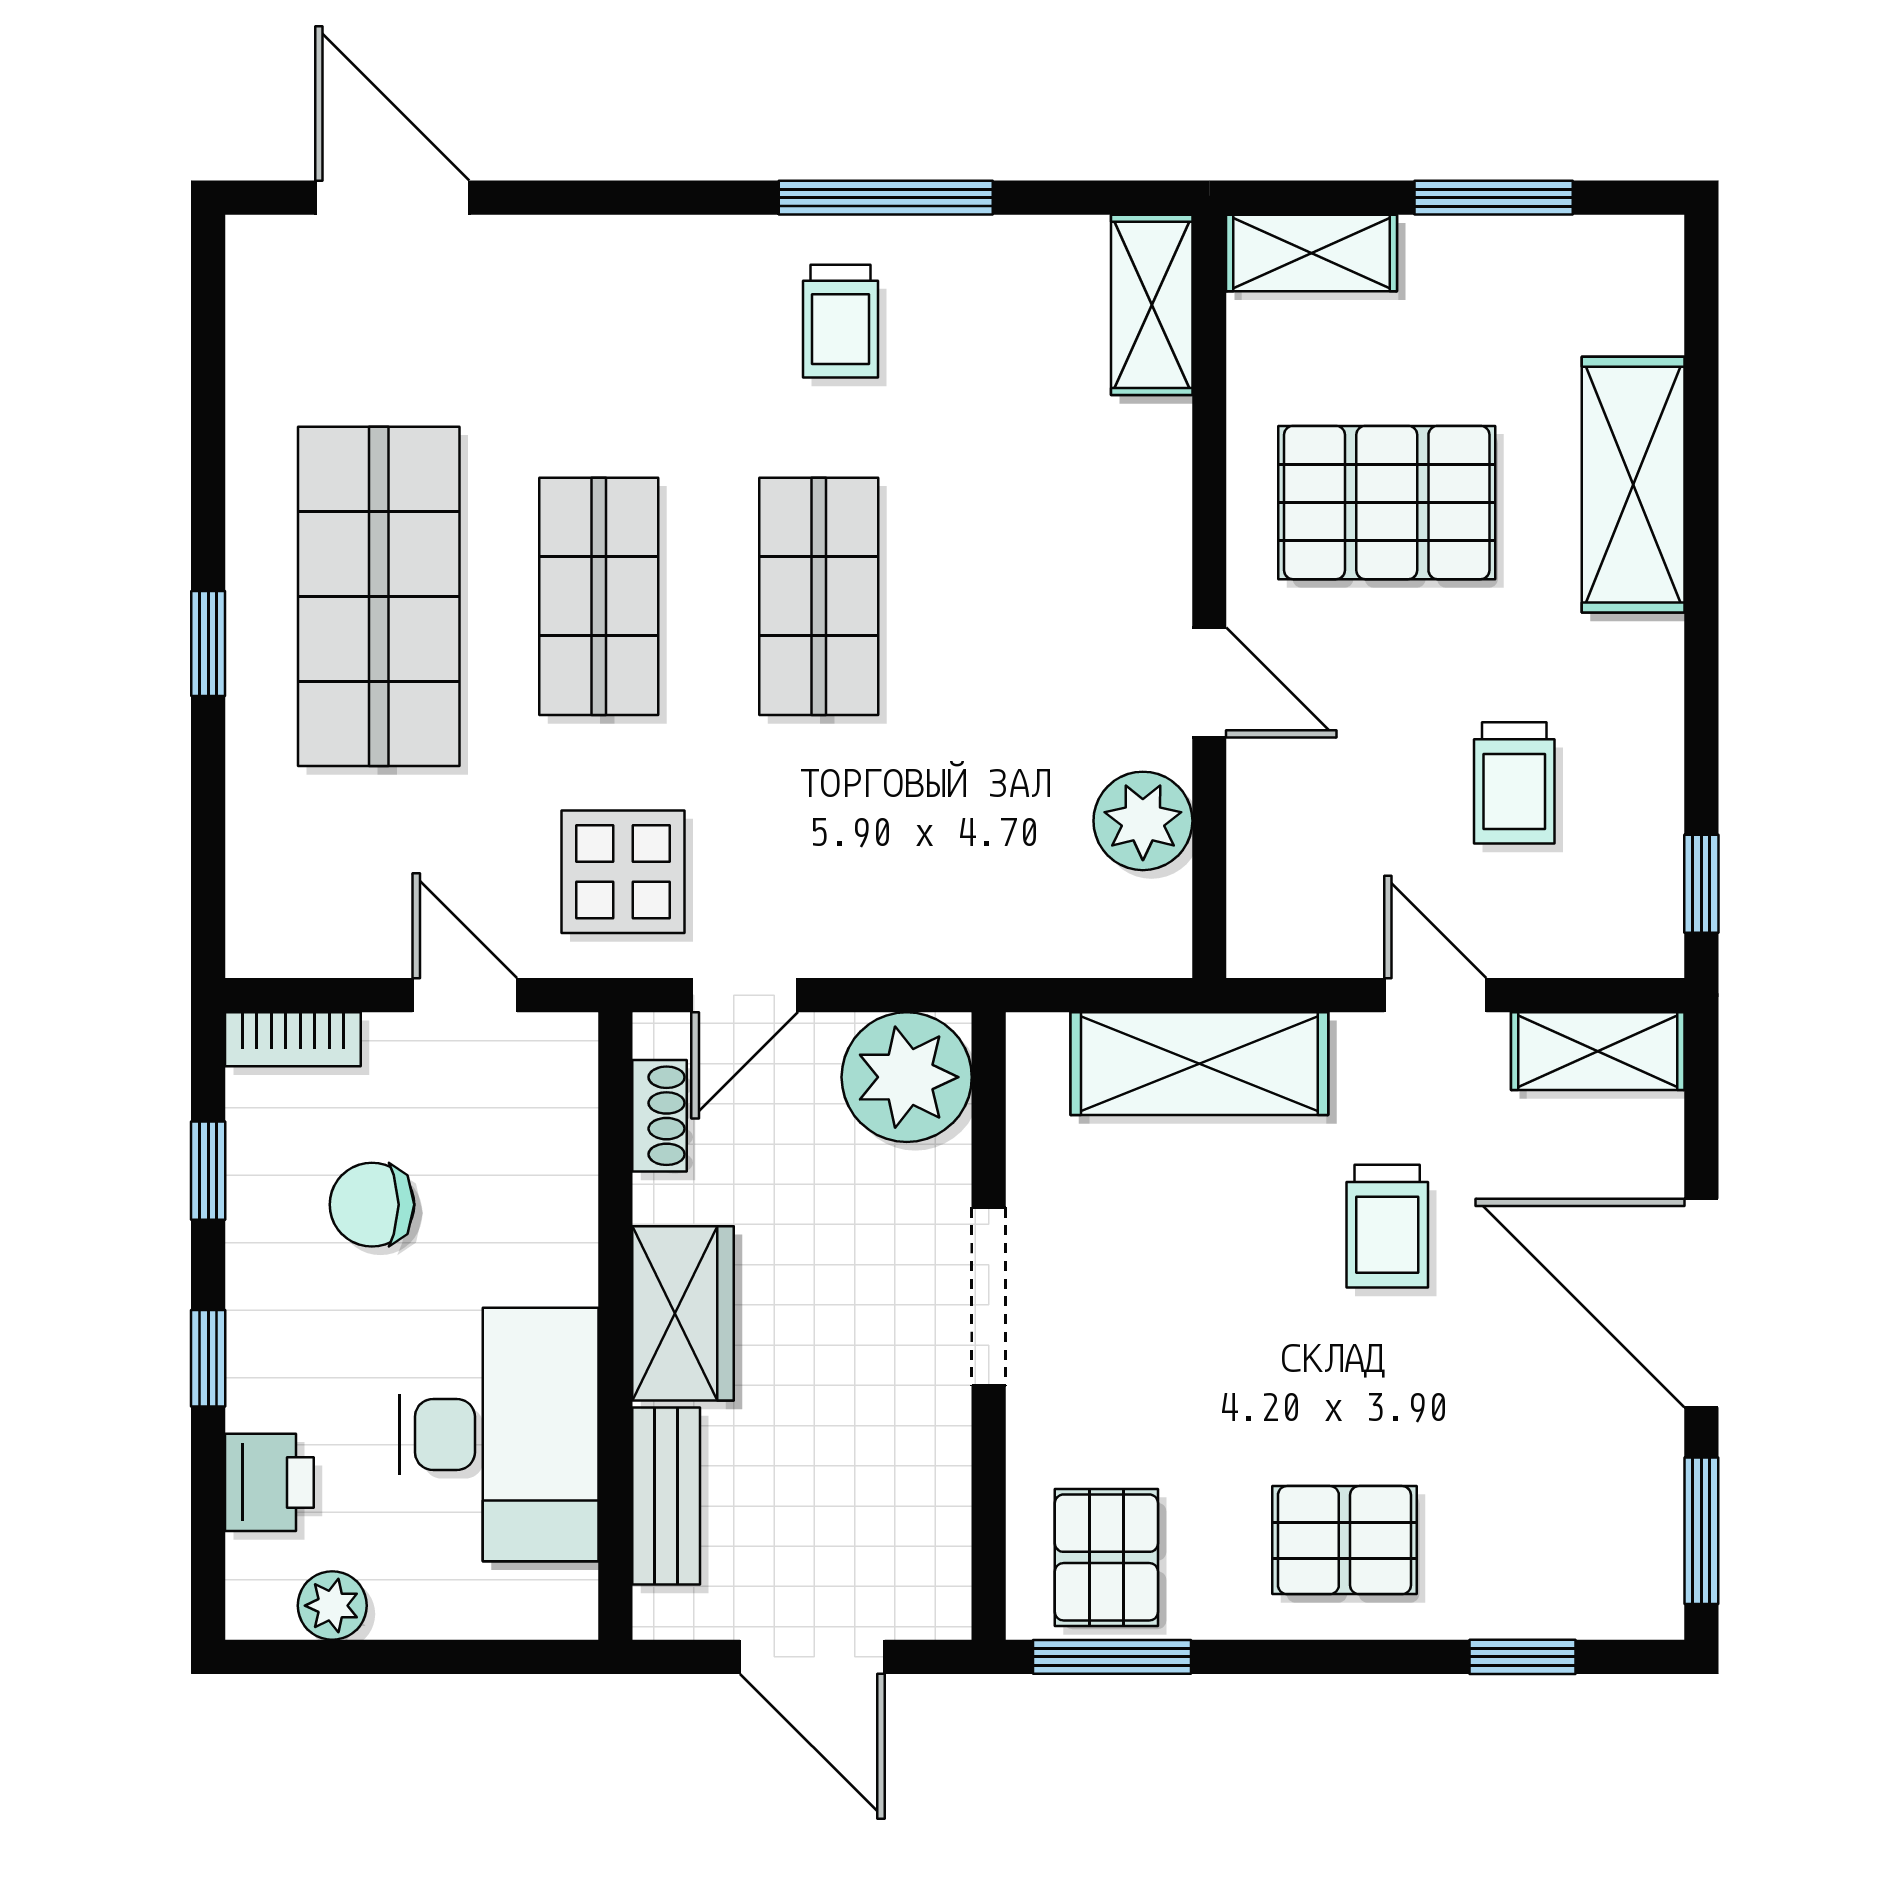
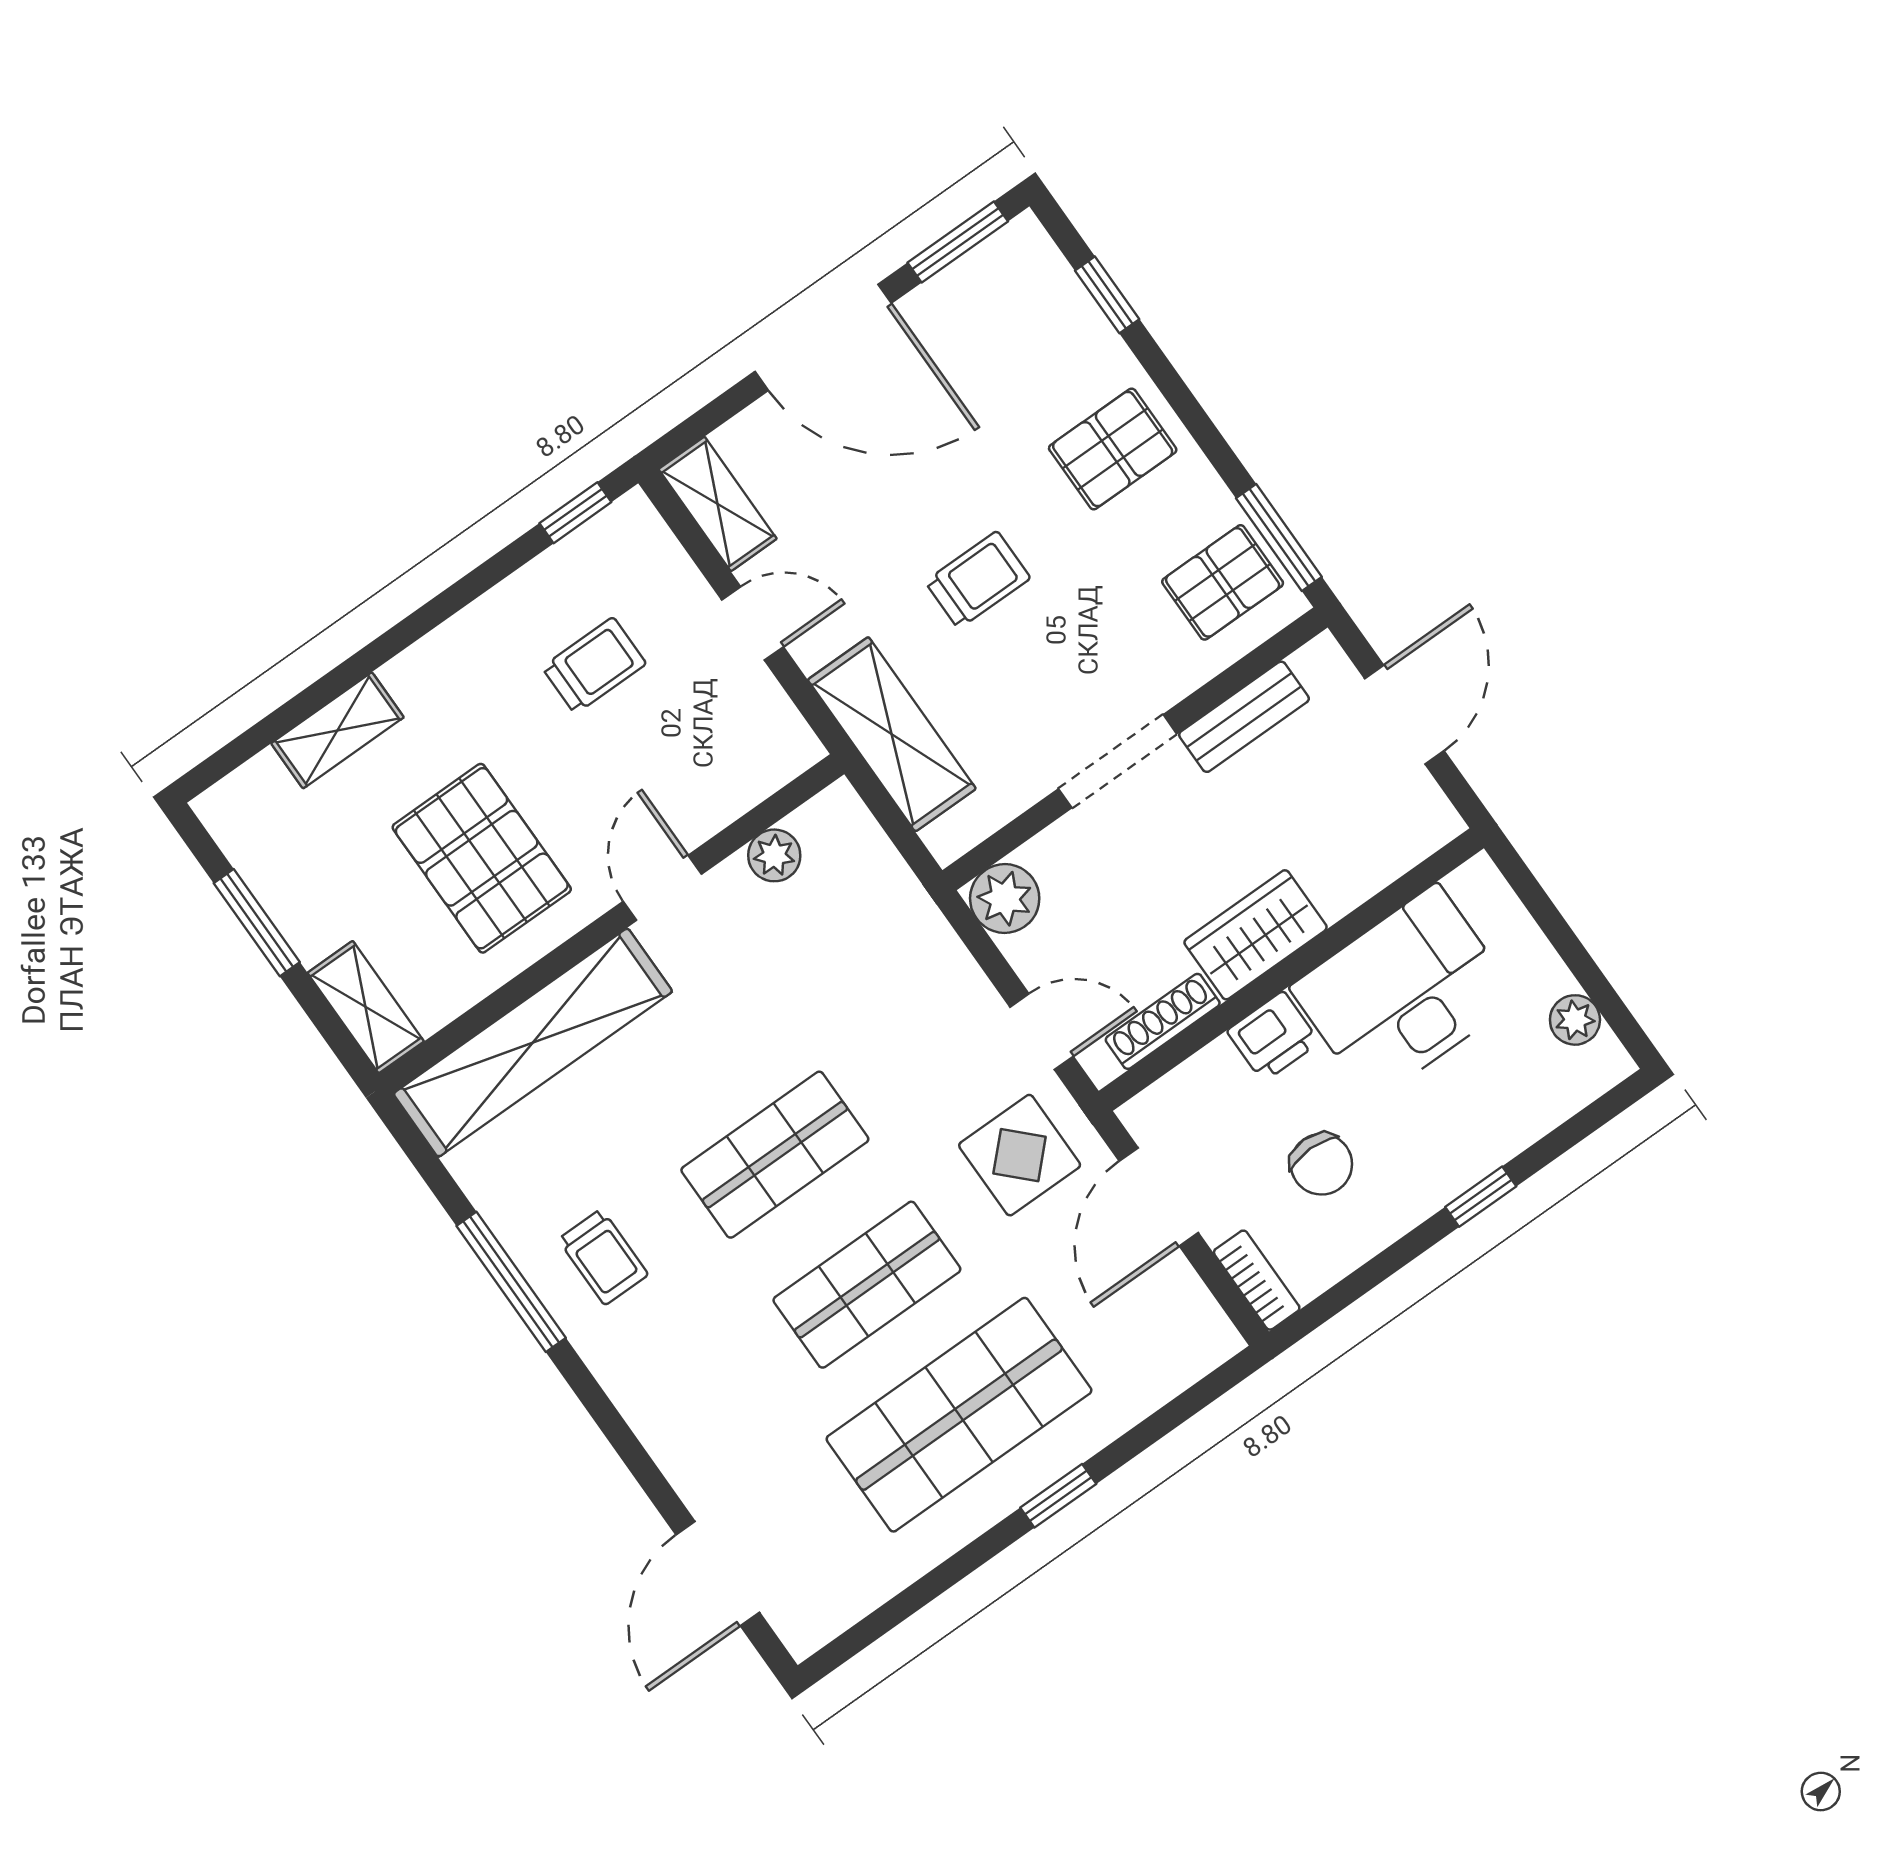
shelving: (1152, 305) -> (533, 1043), width x2.20, depth x1.33
trolley: (840, 321) -> (603, 1257), turned 90
shelving: (1633, 485) -> (337, 730), width x0.67, depth x0.75
plant: (1143, 821) -> (774, 855), width x0.73, depth x0.73
door: (465, 995) -> (1159, 1197), width x1.38
door: (1435, 995) -> (753, 623), swing flipped
plant: (907, 1077) -> (1005, 898), width x0.73, depth x0.73
shoe rack: (659, 1116) -> (1163, 1021), width x1.43
window: (208, 1171) -> (1370, 1275), removed
trolley: (1387, 1226) -> (978, 580), moved
door: (1701, 1303) -> (823, 337), hinge flipped
printer: (269, 1482) -> (1273, 1037), moved, turned 180
bench: (666, 1496) -> (1244, 717), moved
pallet: (1344, 1540) -> (1113, 449), turned 90

